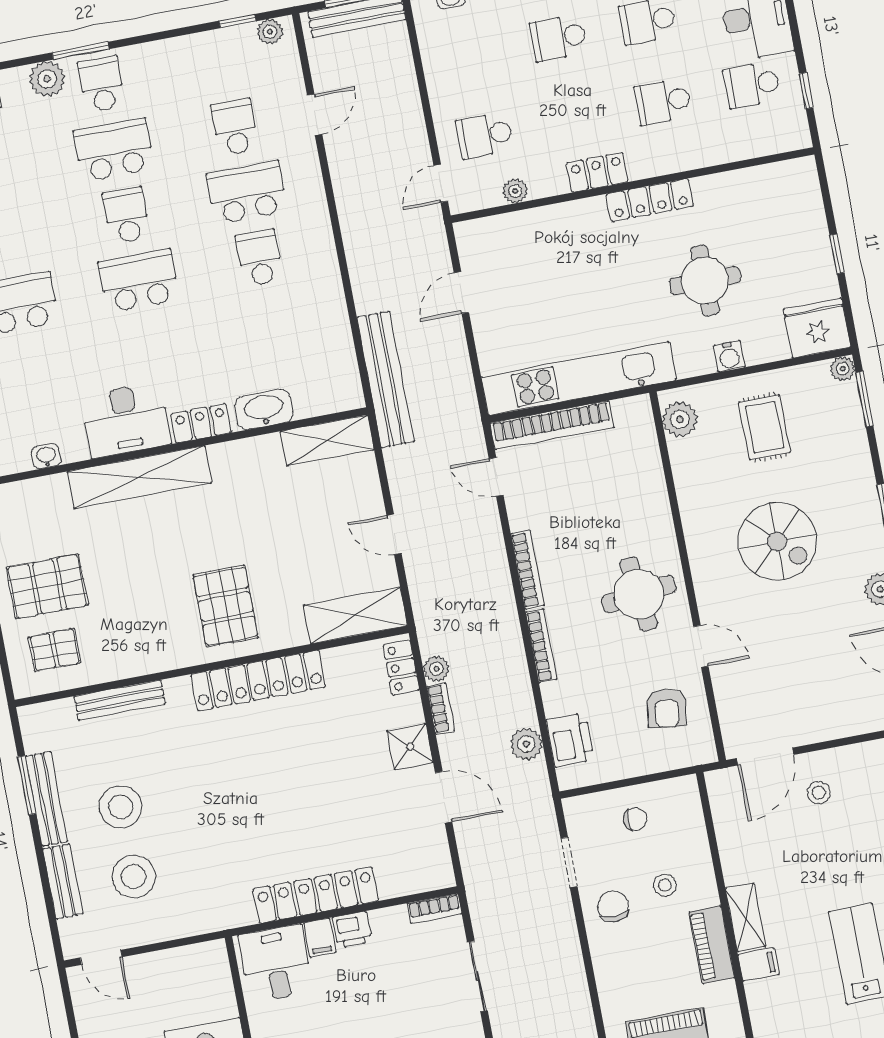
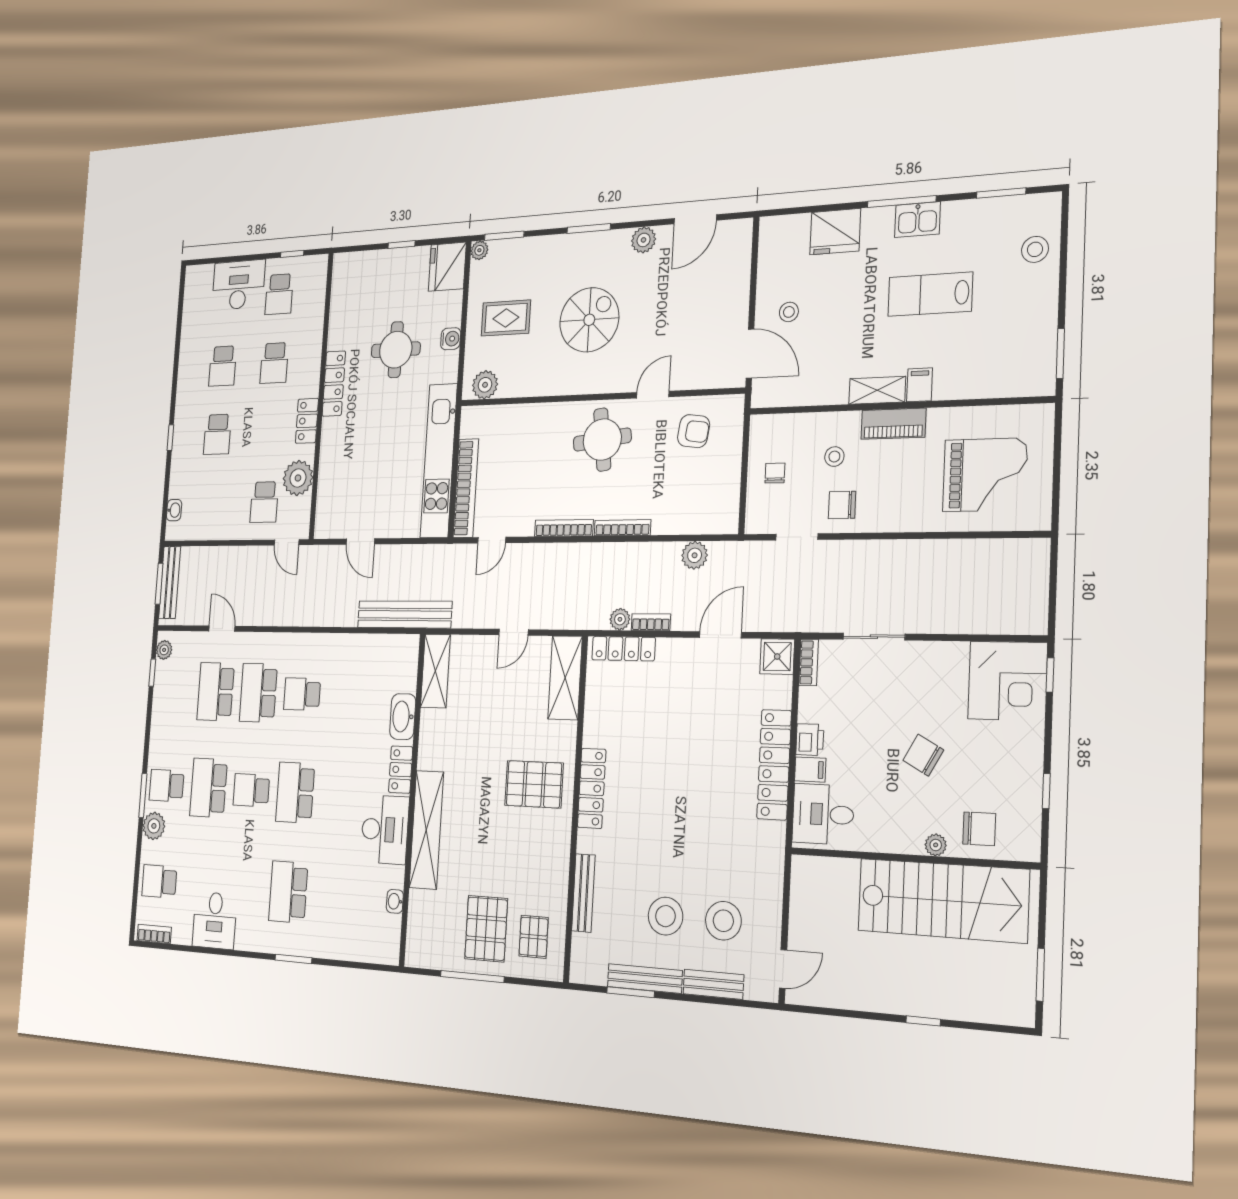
school desk: (235, 127) -> (216, 692), width x1.85
plant: (515, 191) -> (298, 478), width x1.88, depth x1.88
locker: (401, 668) -> (624, 649), width x1.53
locker: (258, 681) -> (592, 788), width x0.71, depth x0.83
printer: (570, 740) -> (700, 517), removed
shower: (410, 747) -> (777, 657), moved

